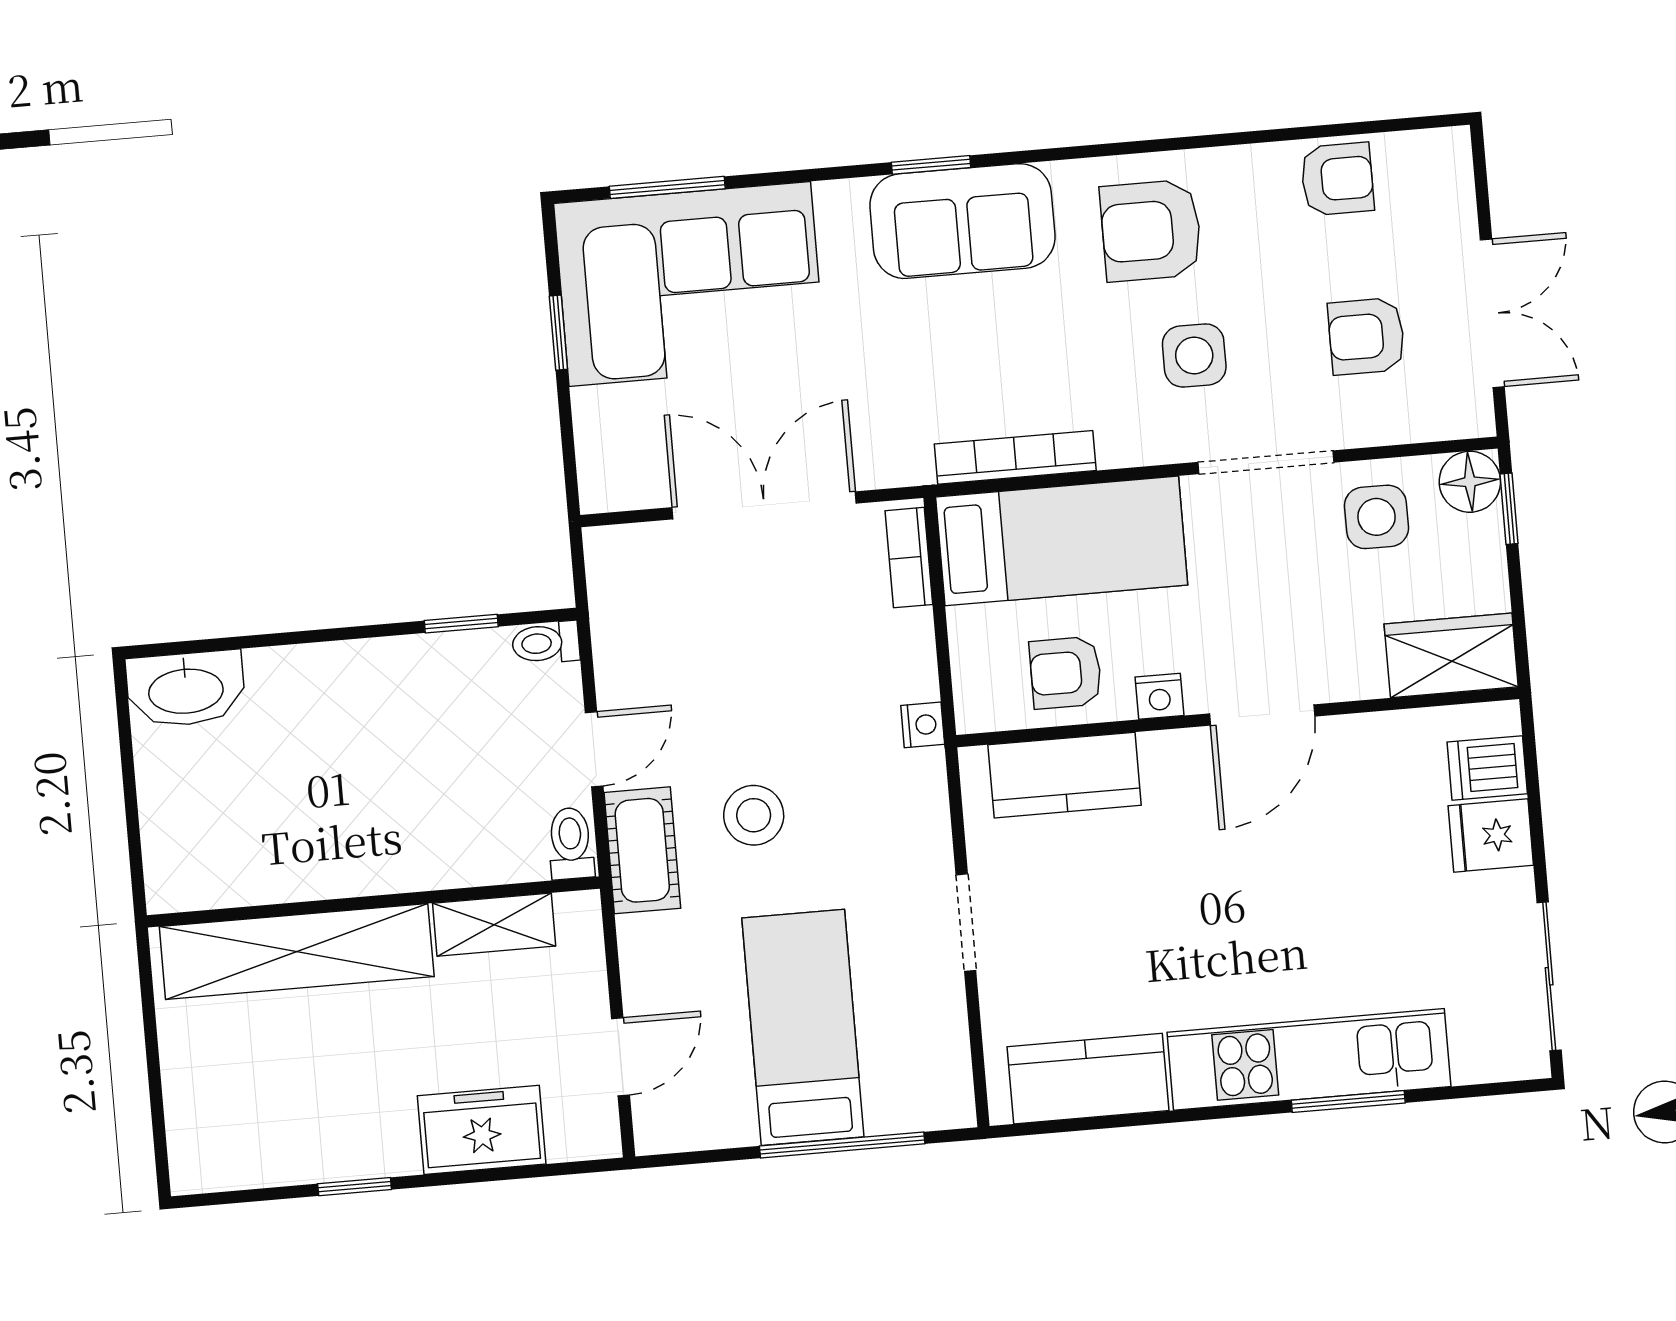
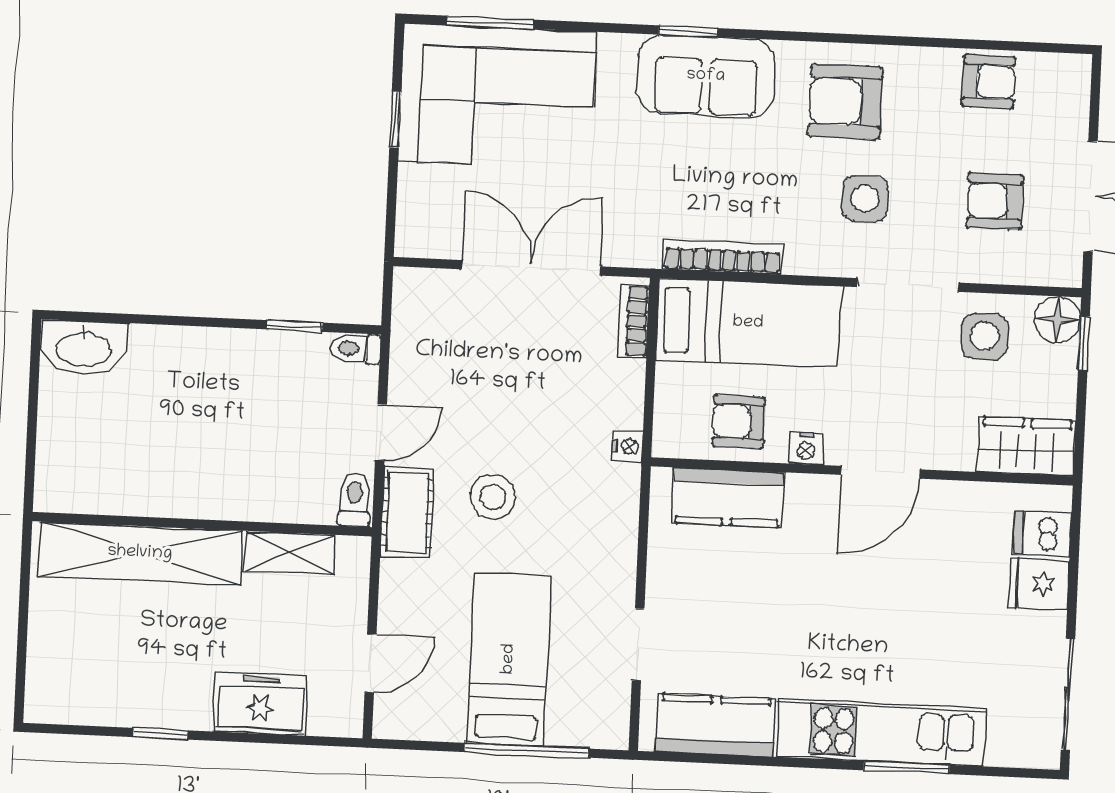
doorway: (966, 923) -> (638, 644), moved

